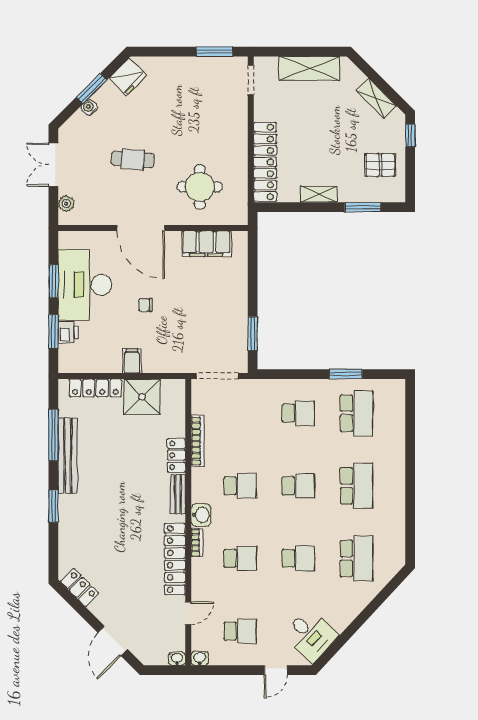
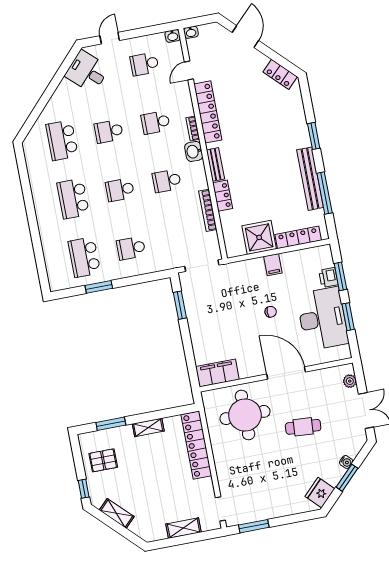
shelving: (309, 68) -> (184, 528), width x0.67, depth x0.75
round table: (200, 187) -> (245, 415), width x1.36, depth x1.36
filing cabinet: (206, 244) -> (217, 373), moved

